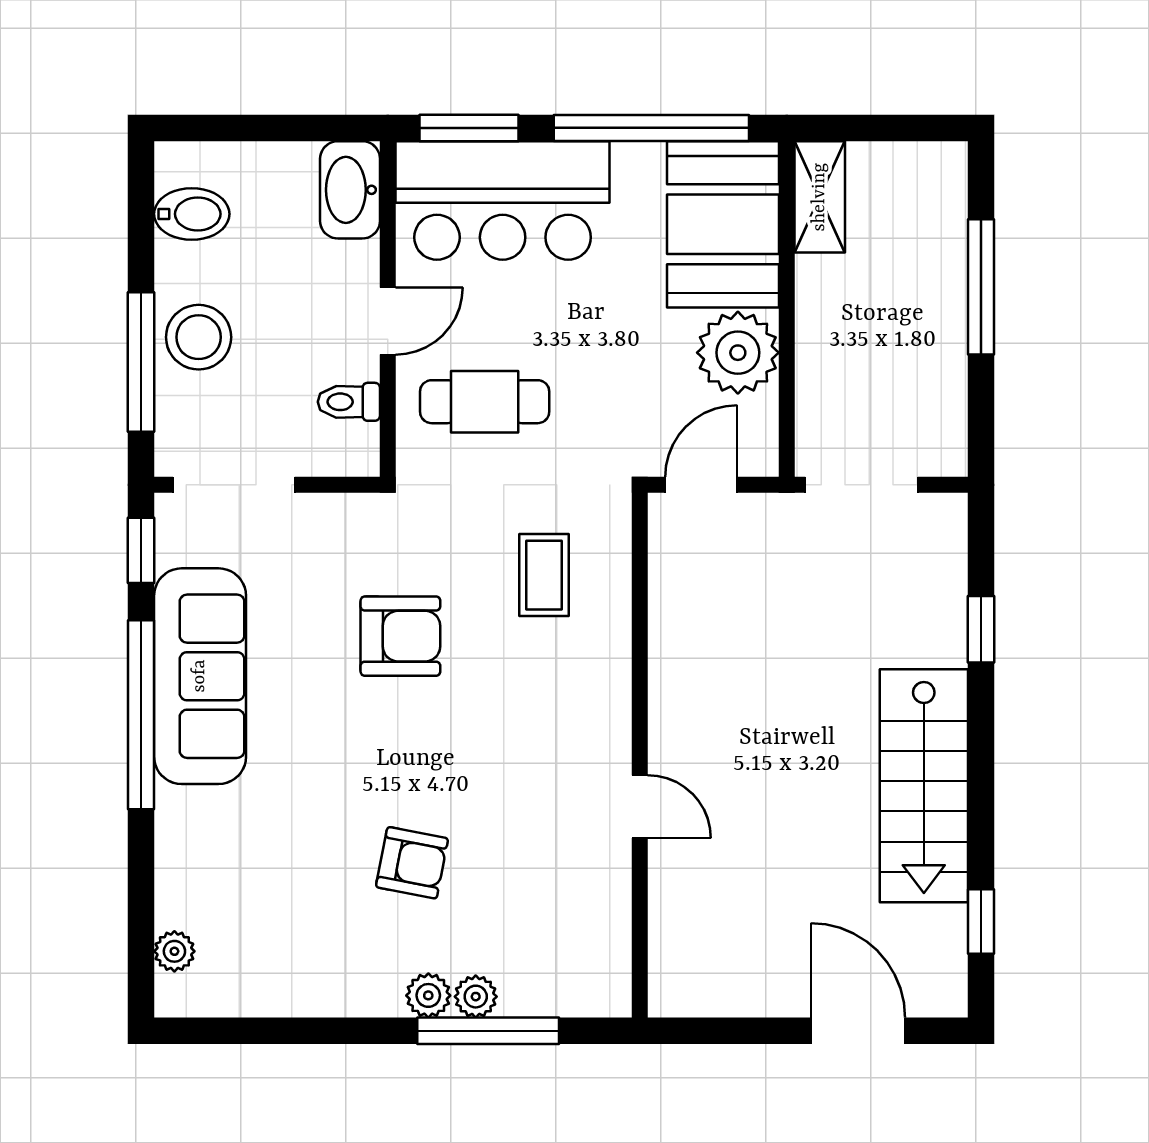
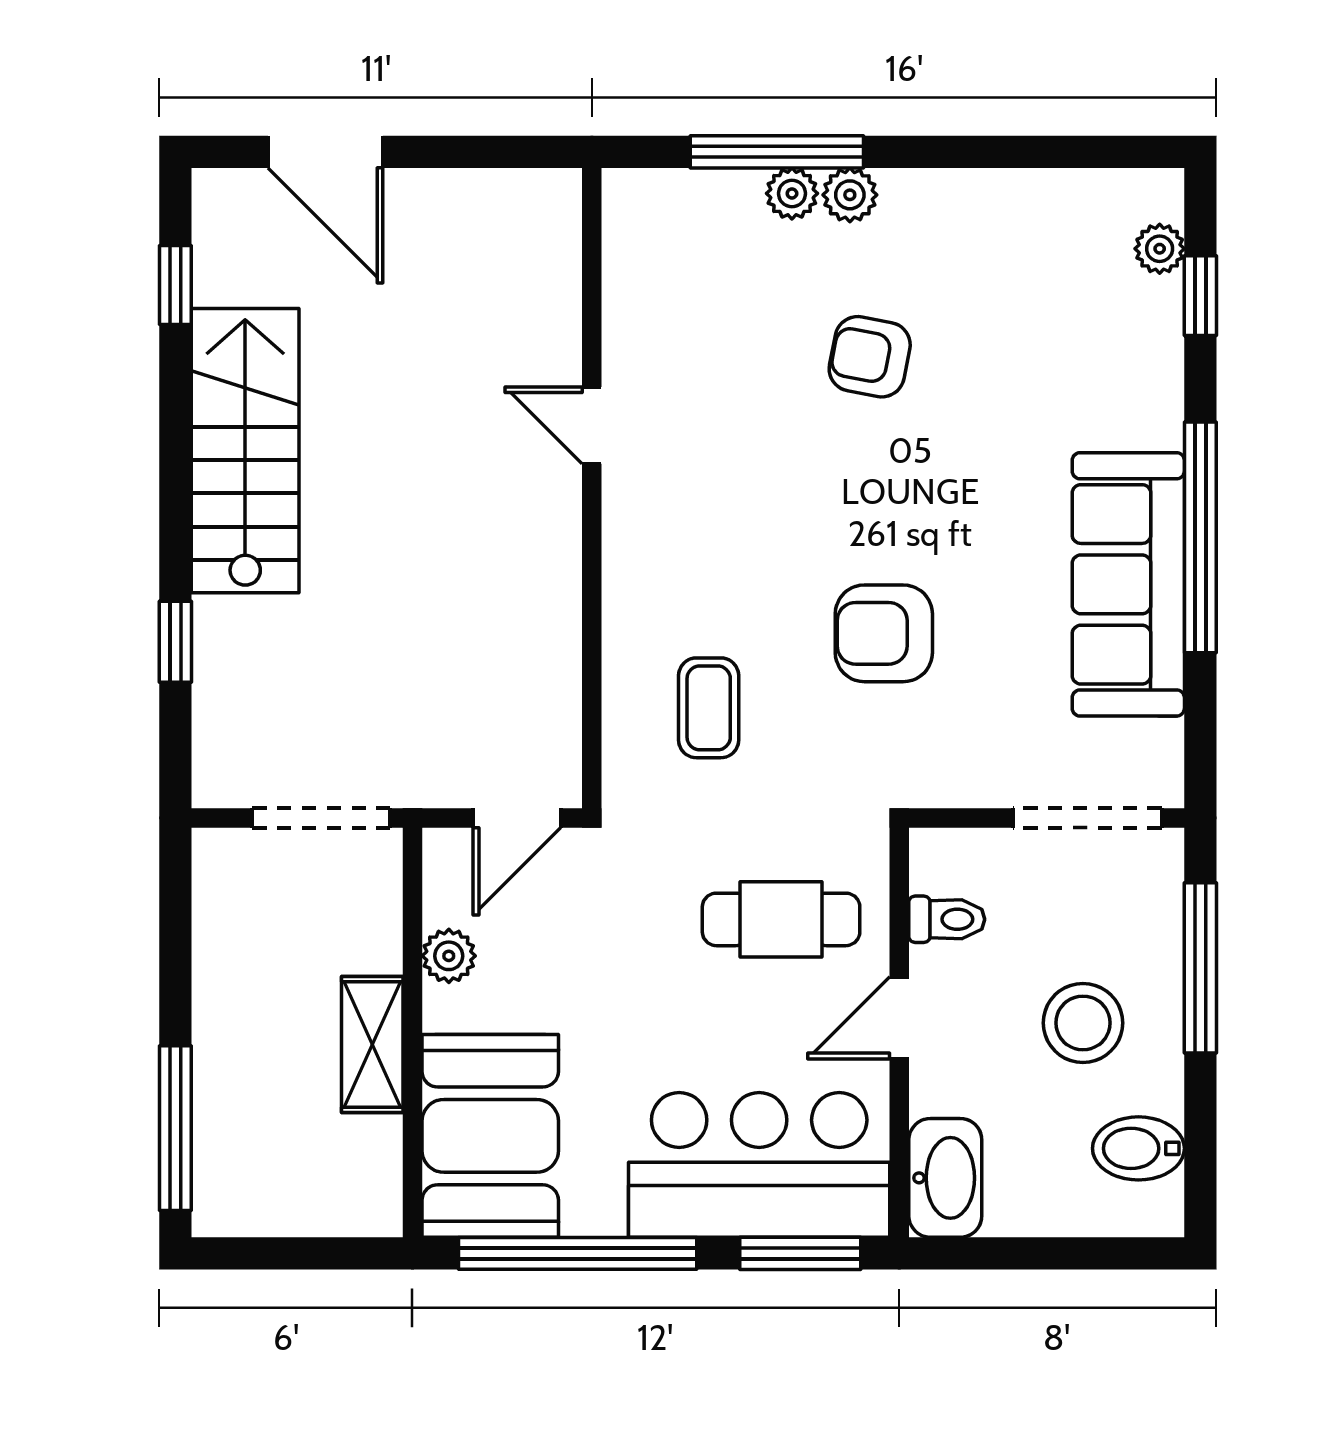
shelving: (820, 197) -> (372, 1044), moved
window: (981, 287) -> (175, 1128), moved
stool: (199, 337) -> (1083, 1023), moved
plant: (738, 353) -> (449, 956), width x0.53, depth x0.53
window: (141, 550) -> (1200, 296), moved

